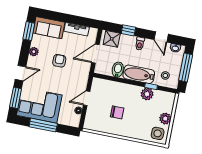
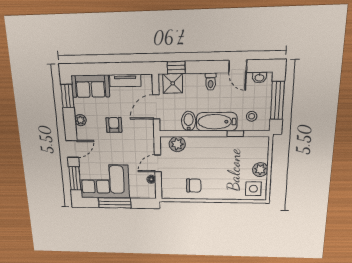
window: (128, 30) -> (176, 68), moved
plant: (147, 94) -> (177, 144), moved
chair: (117, 112) -> (194, 186), moved

